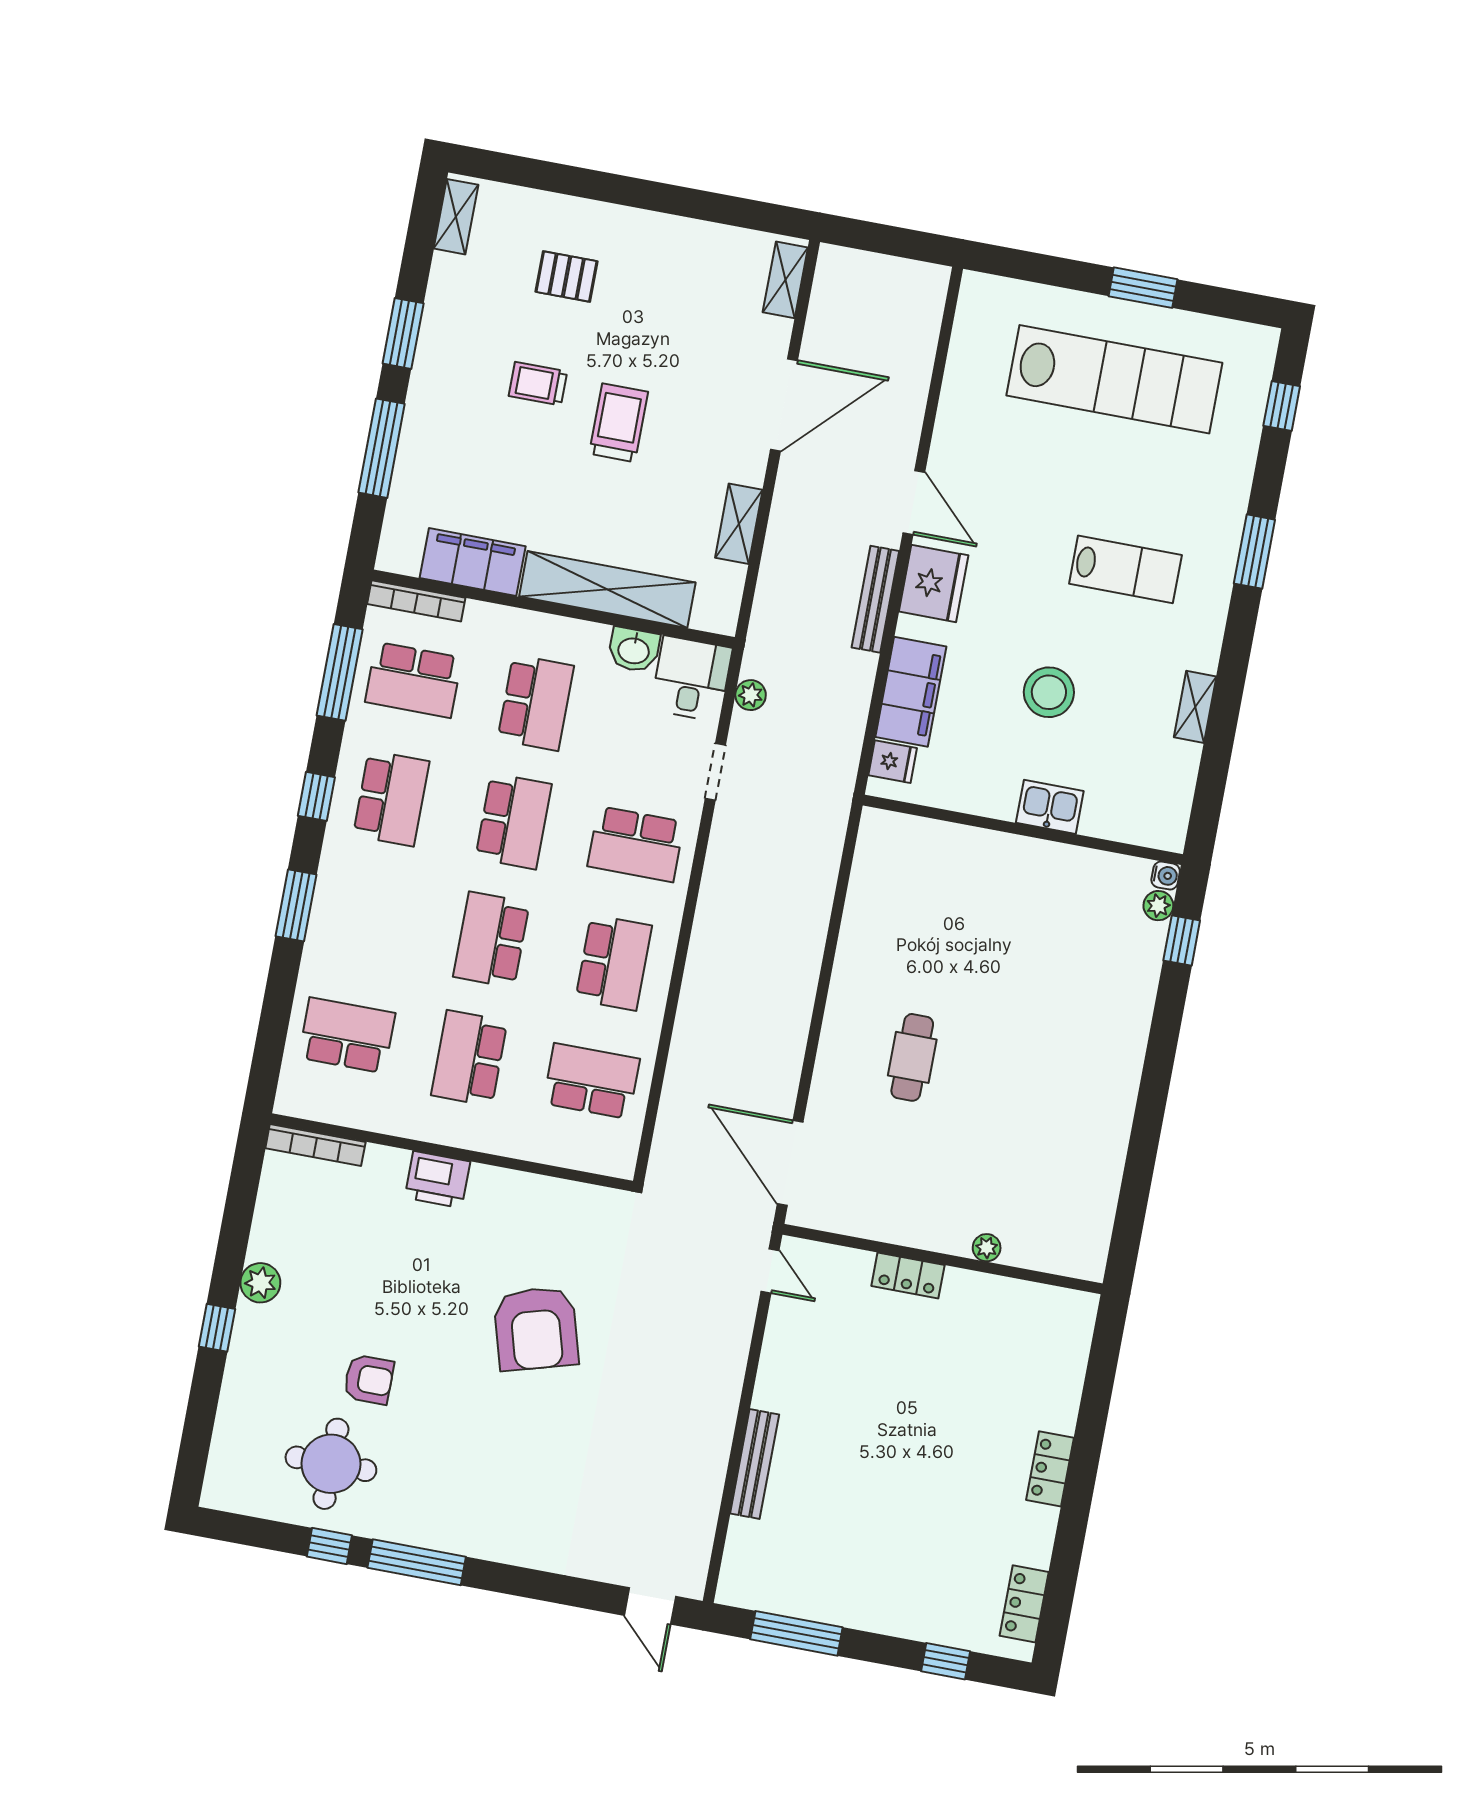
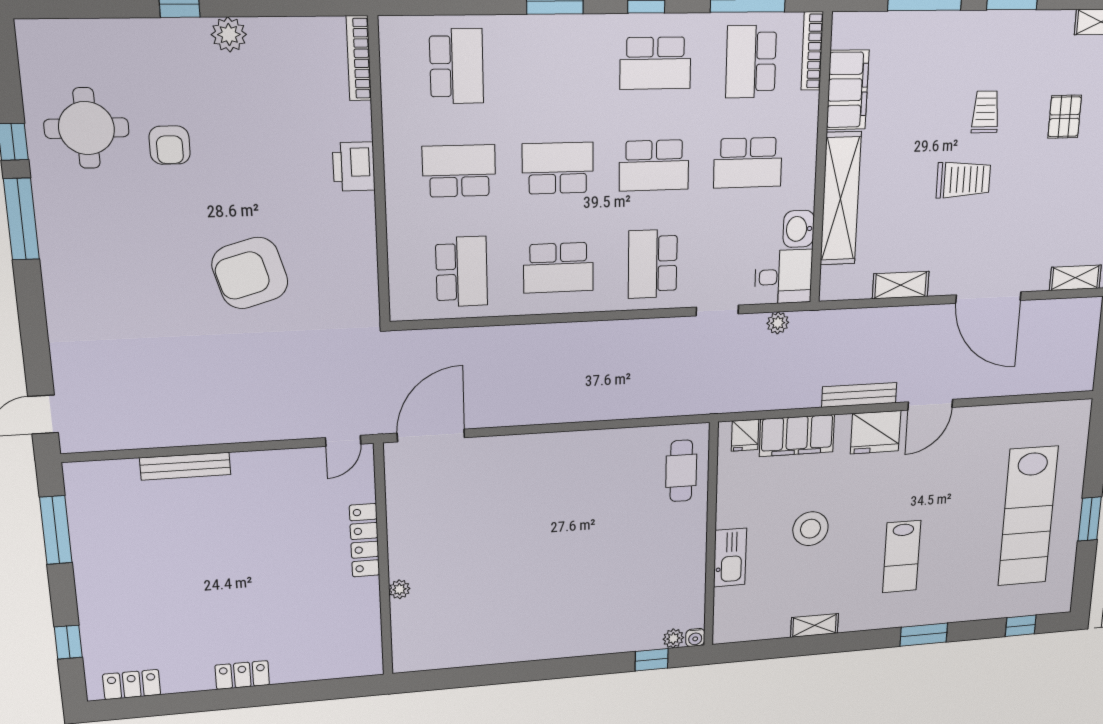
kitchen sink: (1050, 807) -> (730, 558), width x1.38
cafe table: (912, 1057) -> (681, 471), moved, turned 90
locker: (908, 1276) -> (365, 540), width x1.53

